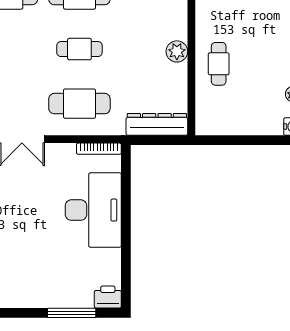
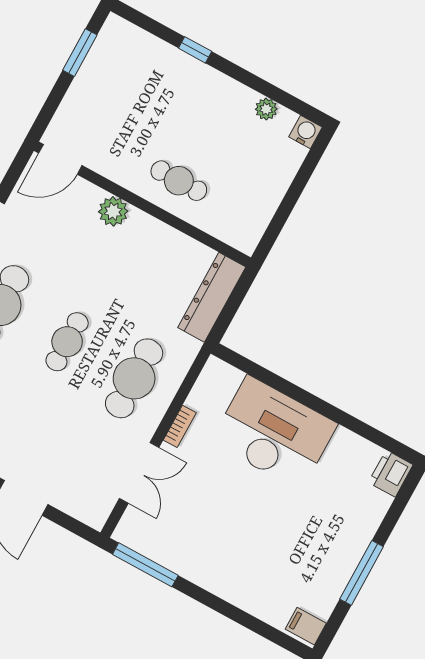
plant: (177, 51) -> (113, 211), moved
bookcase: (99, 149) -> (180, 426), moved, width x0.64
window: (72, 313) -> (362, 573), moved

